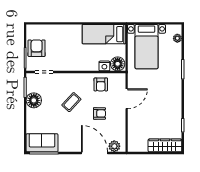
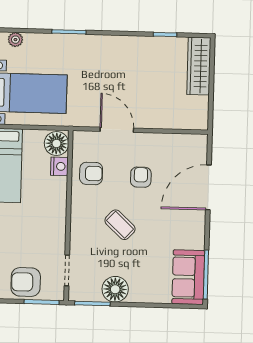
plant: (114, 146) -> (198, 153), removed

